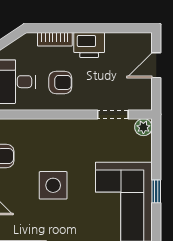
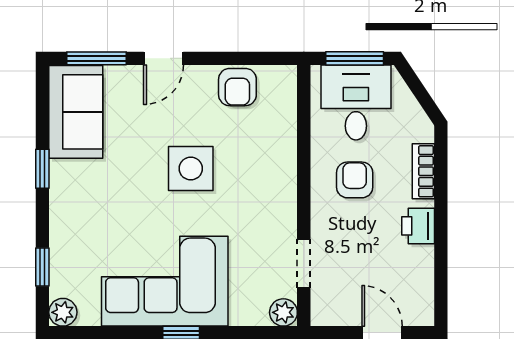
printer: (89, 45) -> (418, 226), width x0.73, depth x0.81
armchair: (60, 82) -> (355, 180), turned 180

